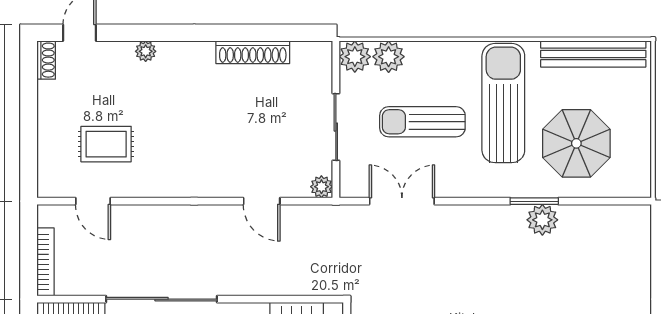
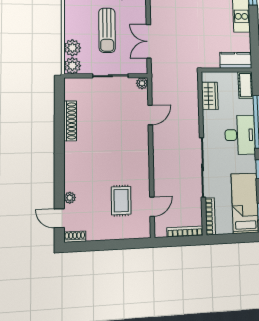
plant: (146, 51) -> (70, 198), moved

